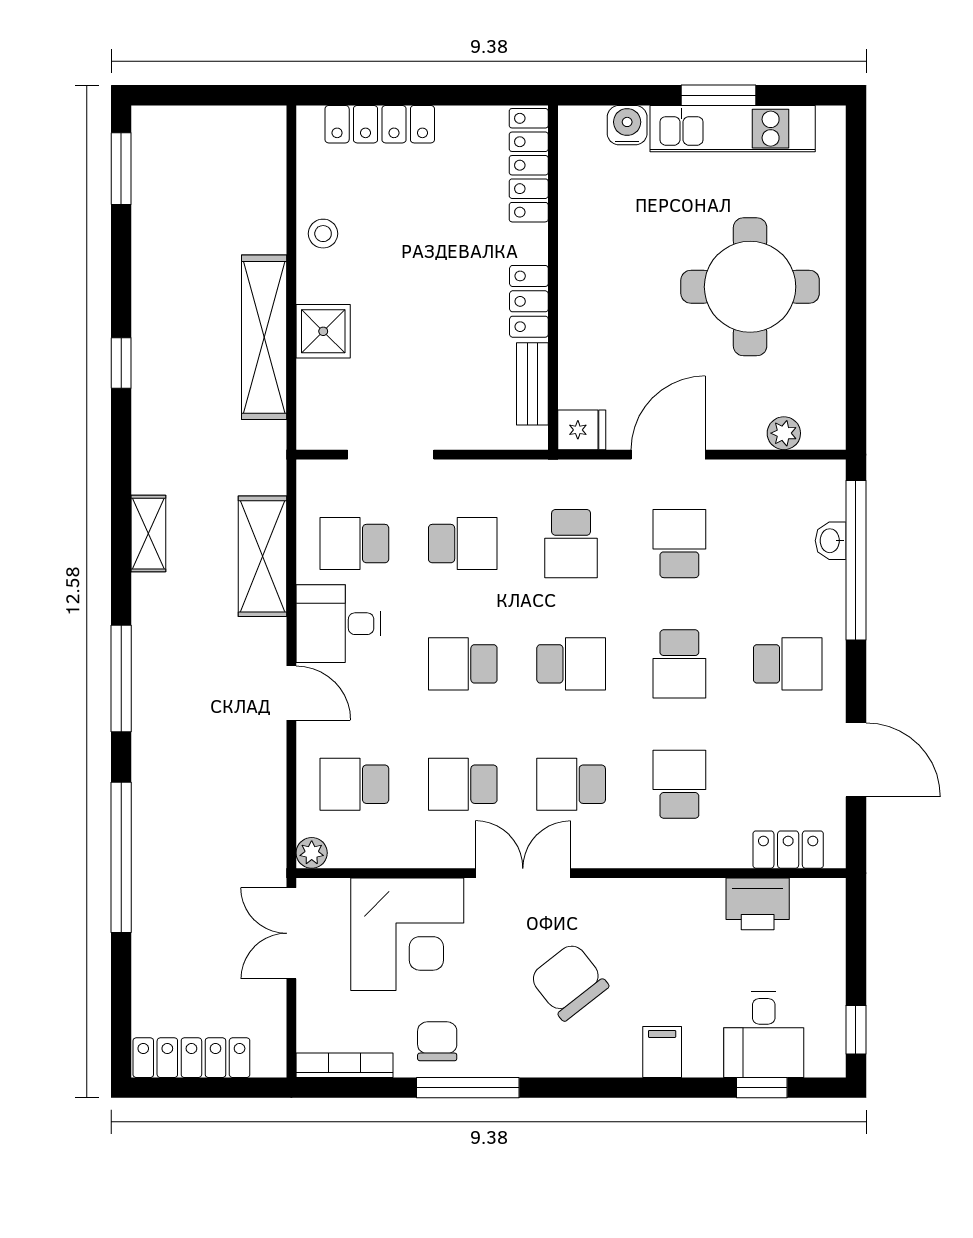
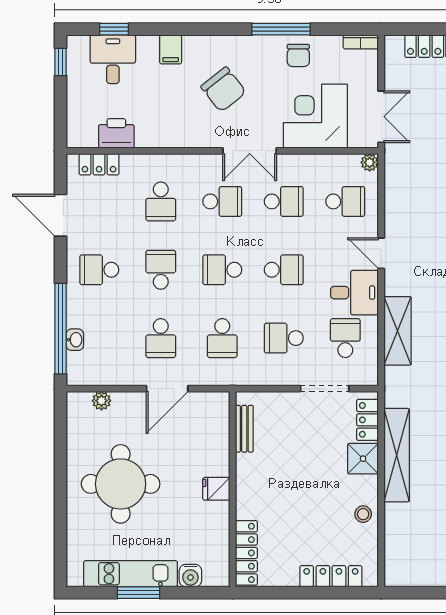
locker: (529, 301) -> (367, 420), moved, turned 180
fridge: (582, 430) -> (216, 489), moved
school desk: (354, 544) -> (345, 338), turned -90
school desk: (571, 544) -> (222, 338), turned 180
bookcase: (345, 1065) -> (361, 42), width x0.64

